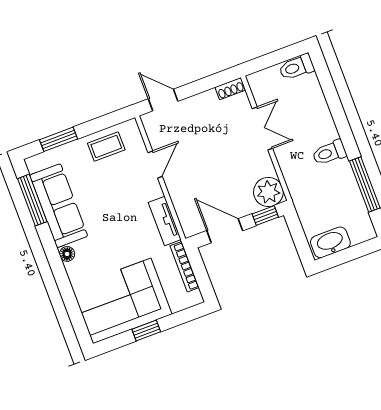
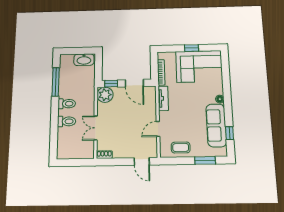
toilet: (297, 67) -> (67, 121), moved
window: (32, 200) -> (230, 133), width x0.46

